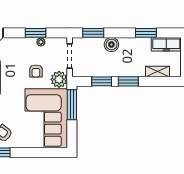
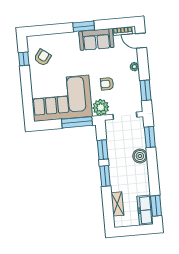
window: (35, 33) -> (146, 90), moved
window: (146, 33) -> (156, 206), moved
plant: (41, 42) -> (134, 67), moved

